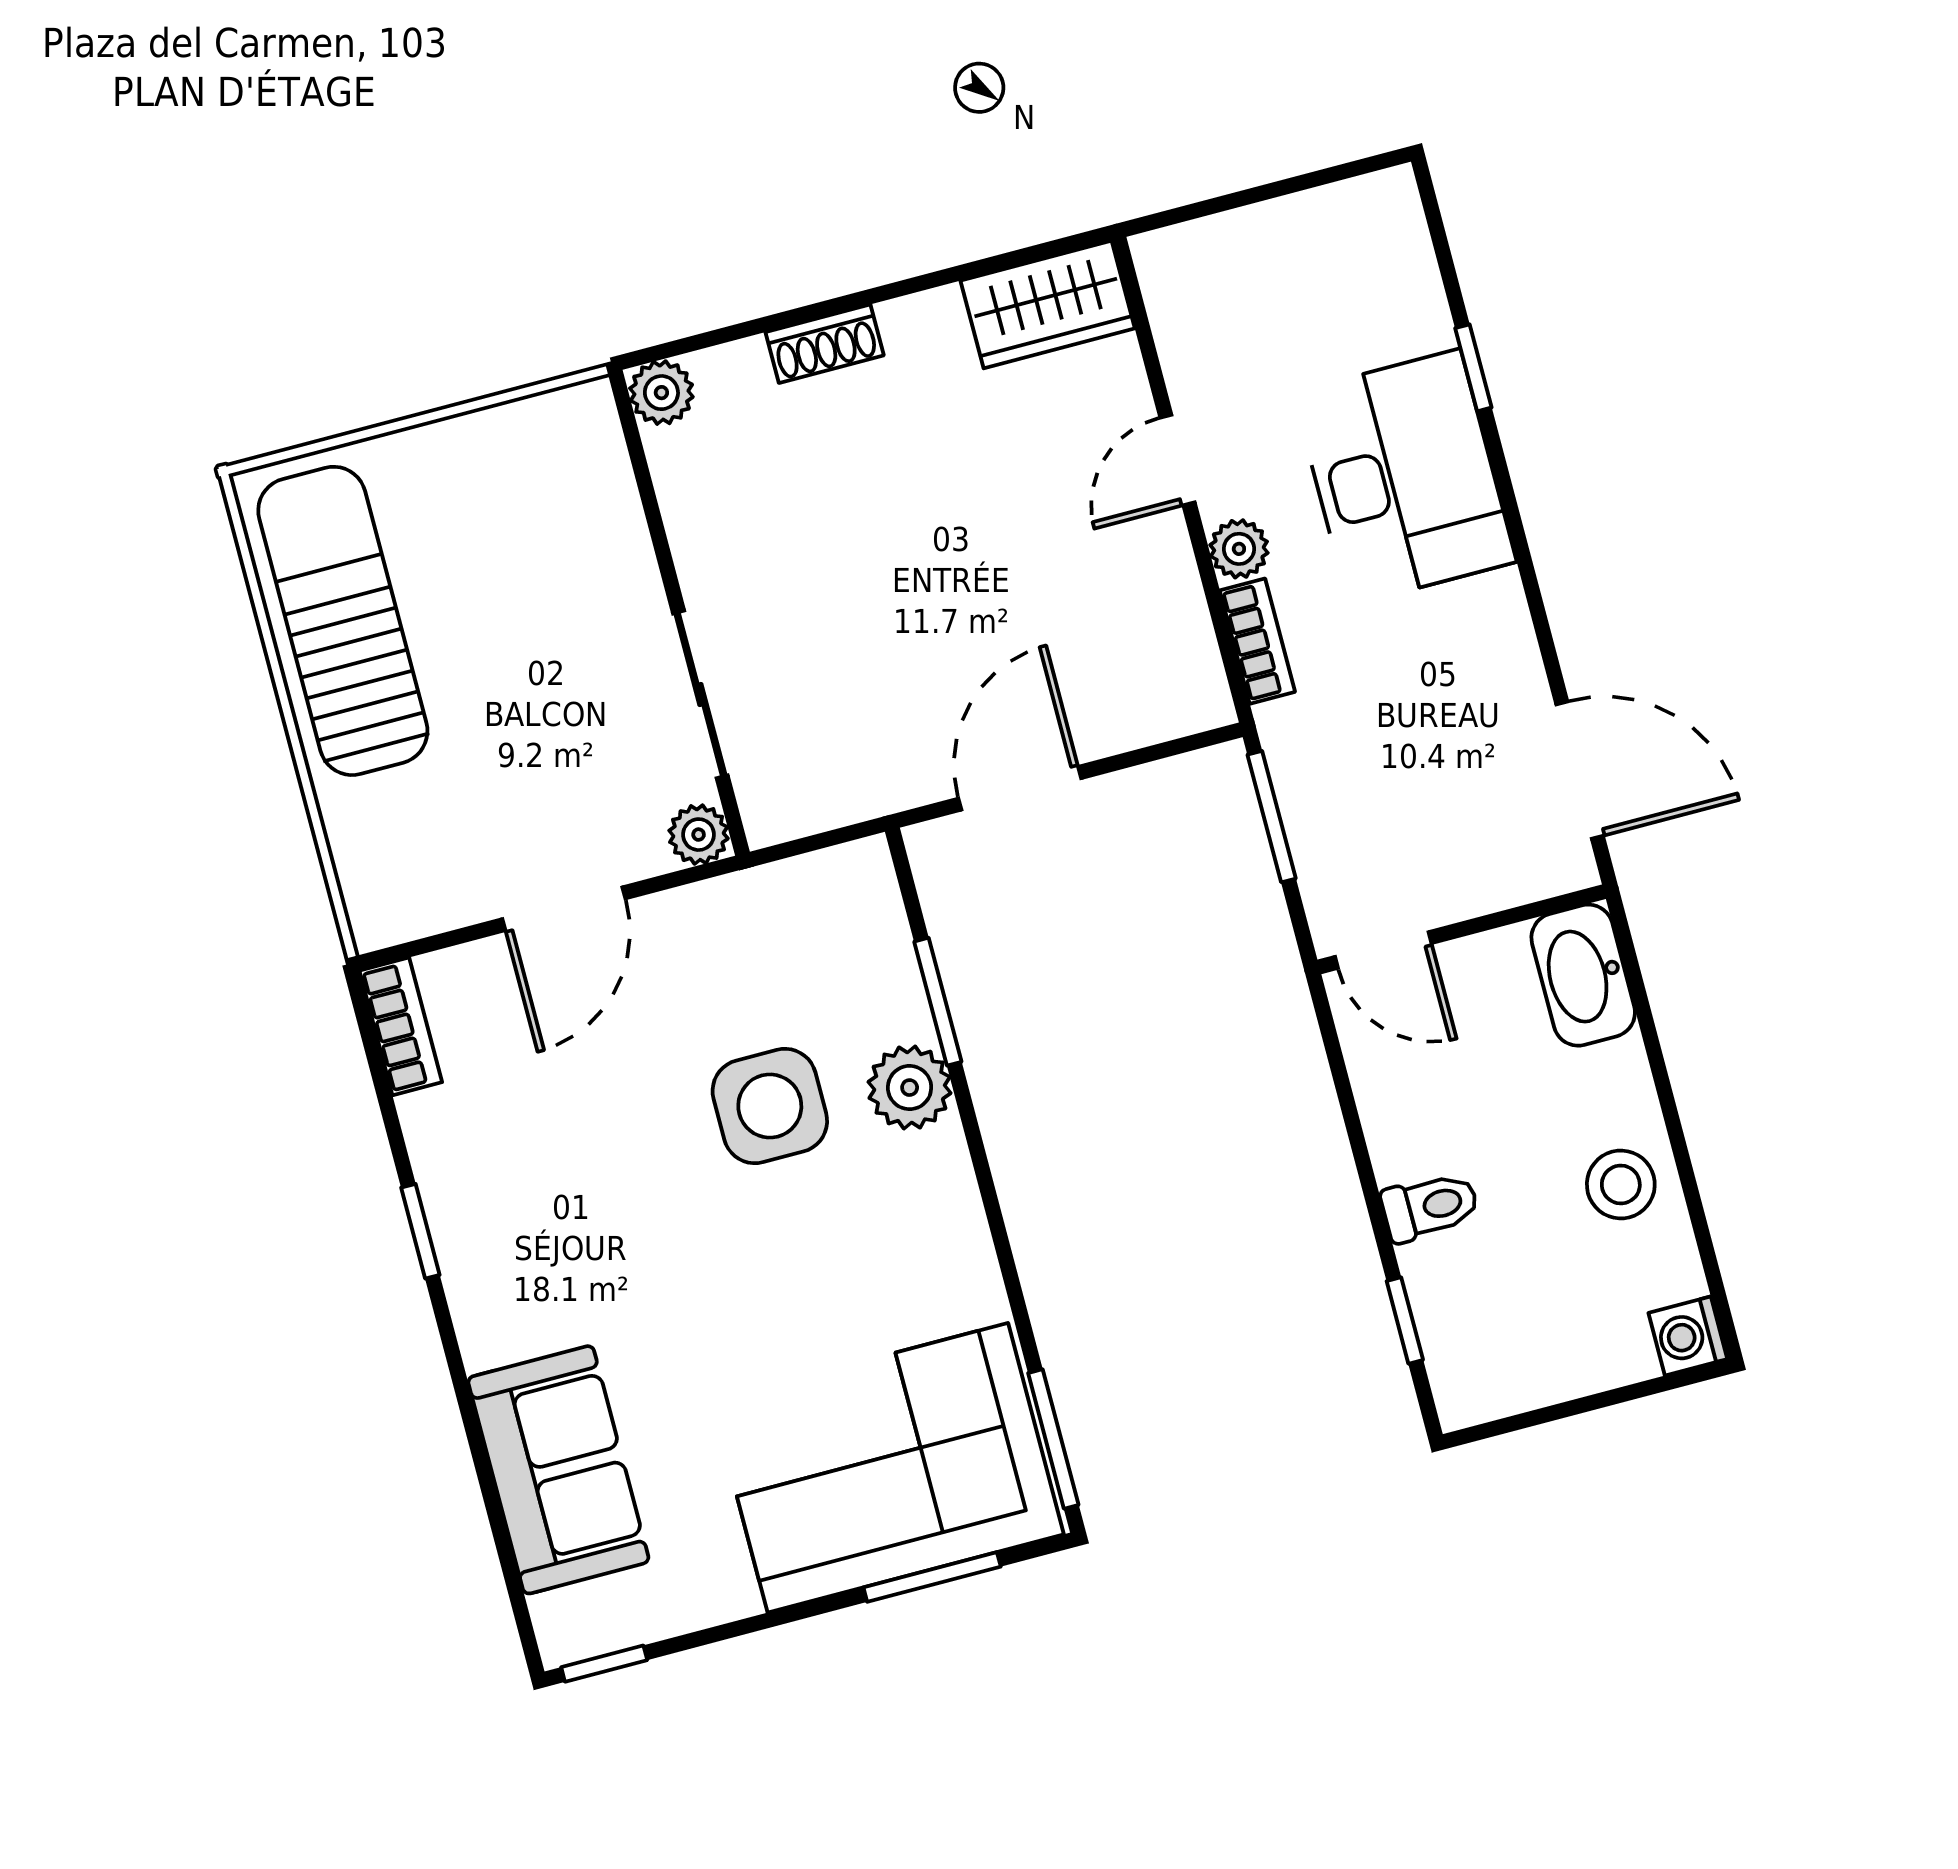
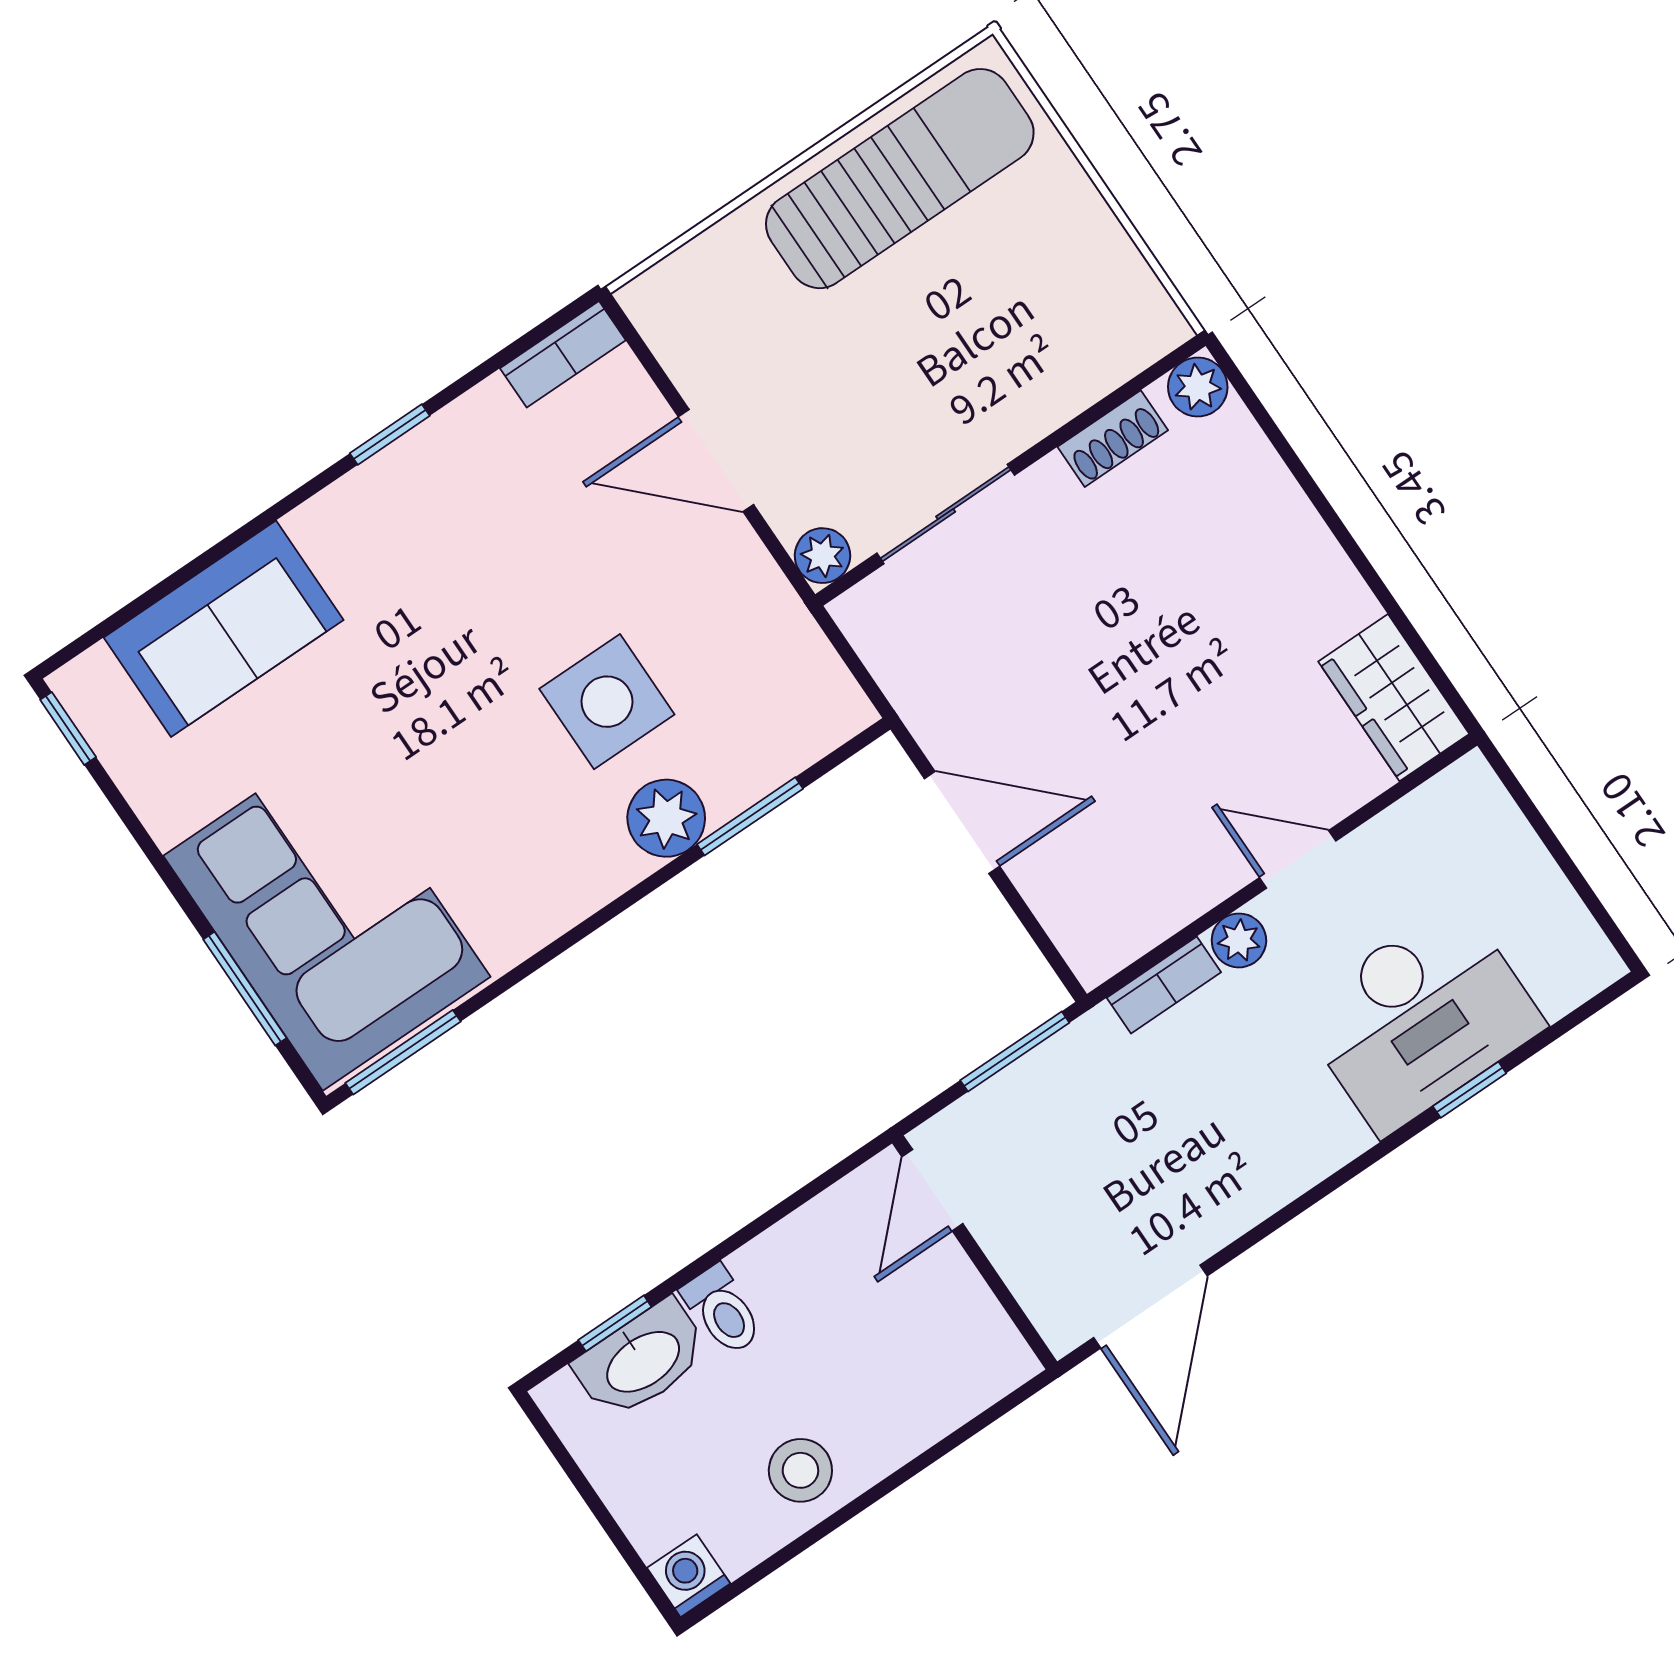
shoe rack: (825, 344) -> (1113, 439), moved, turned -90
desk: (1405, 477) -> (1420, 1018), moved
washbasin: (1583, 975) -> (642, 1360), moved, turned 180

